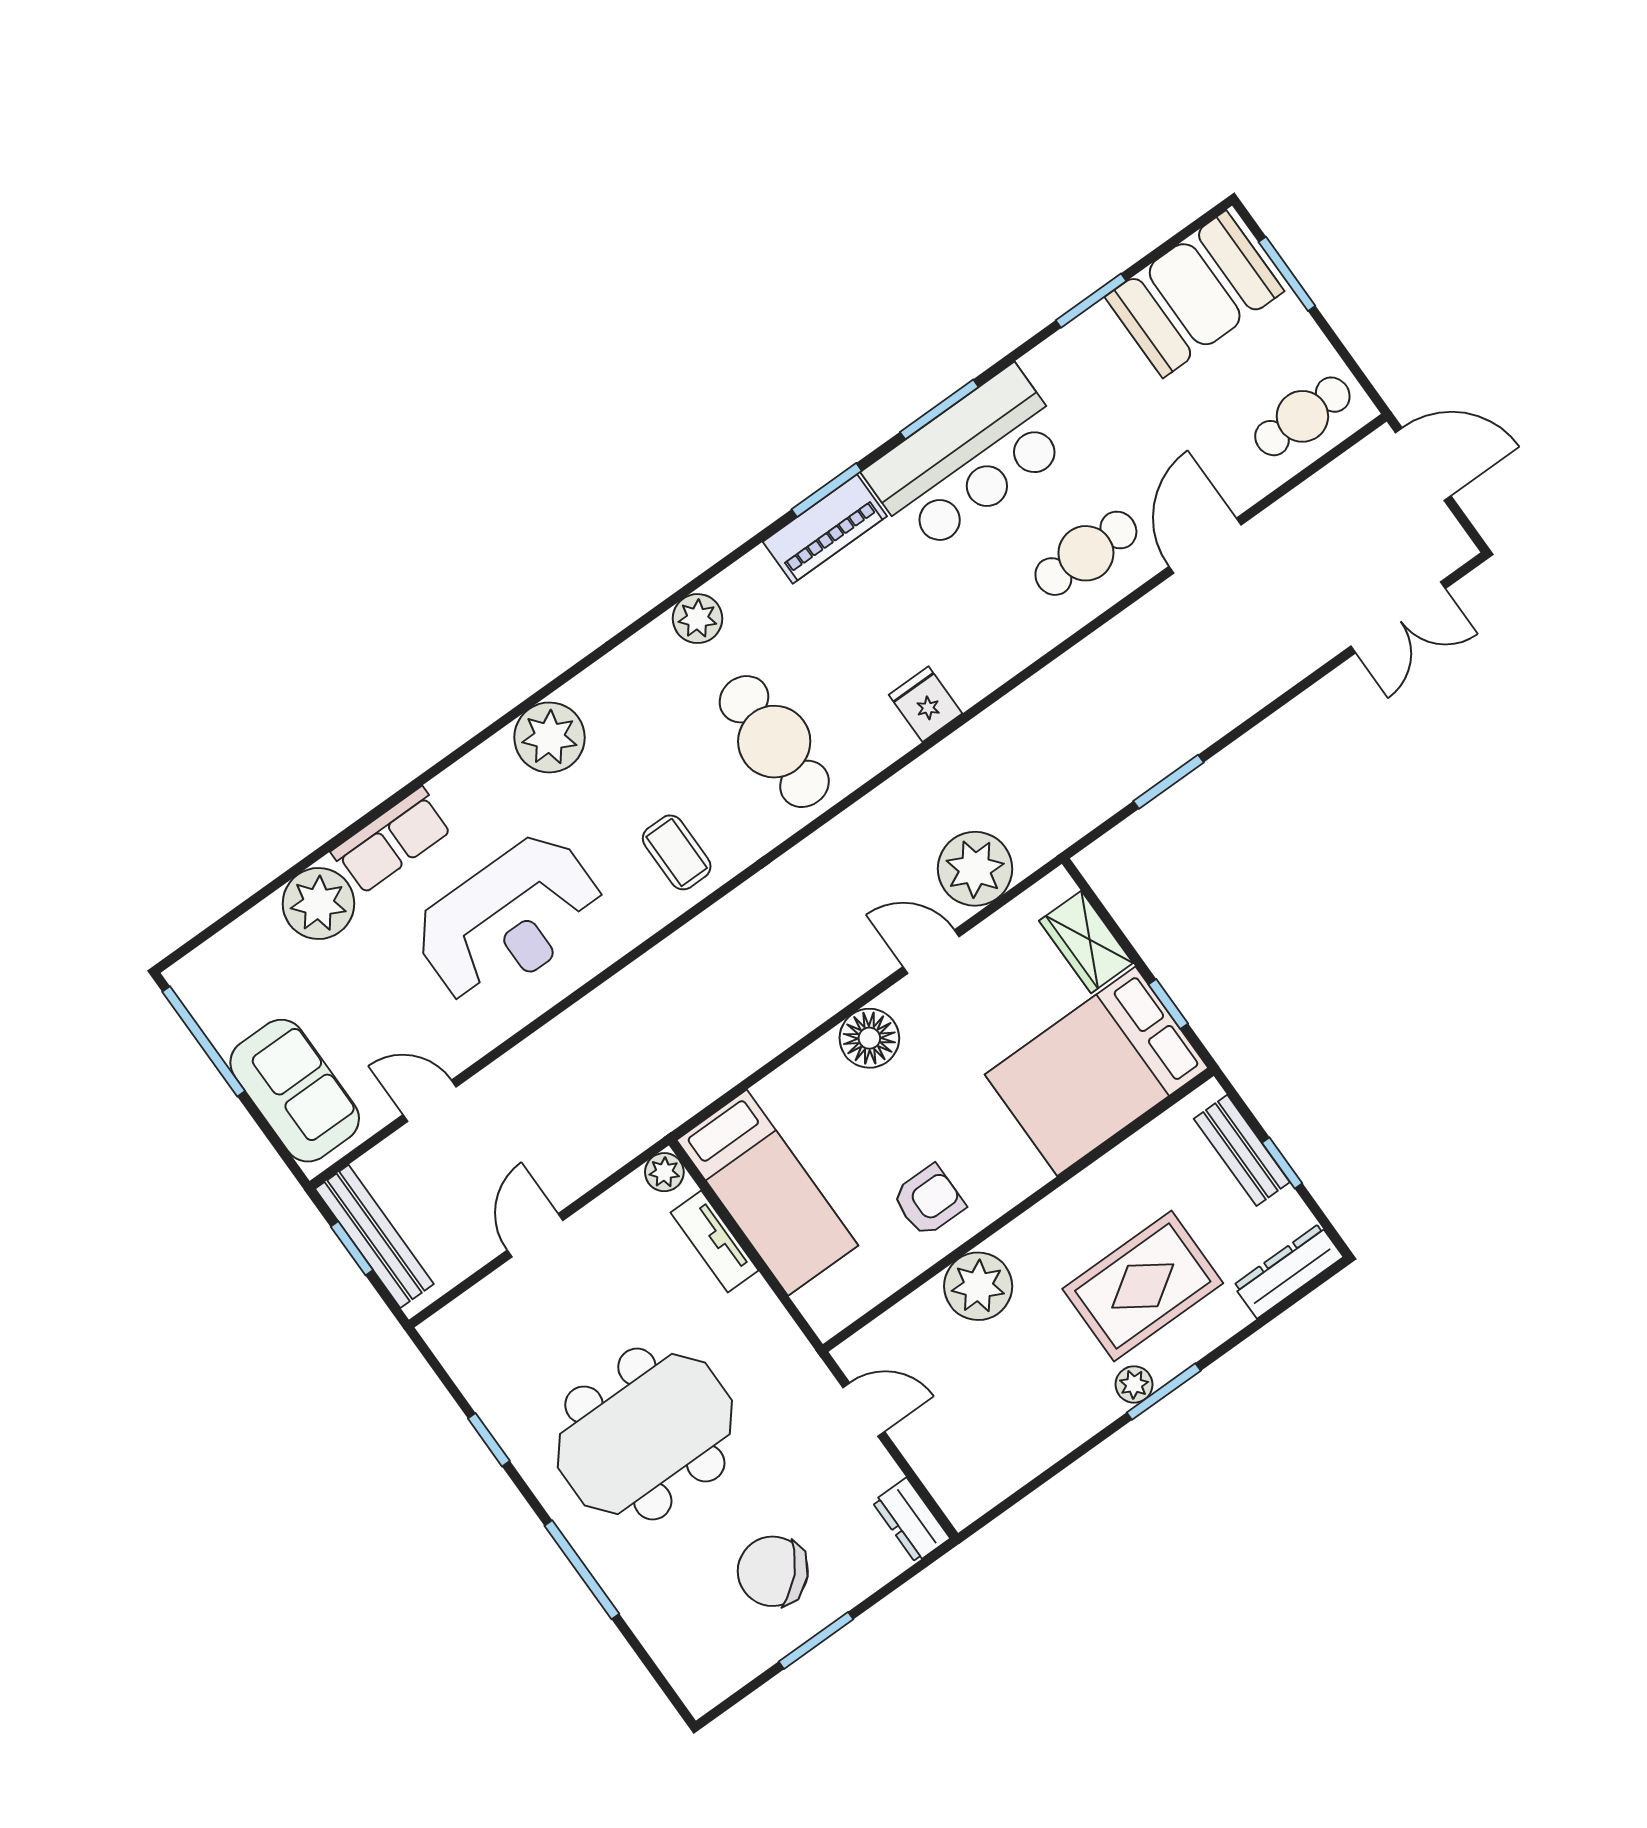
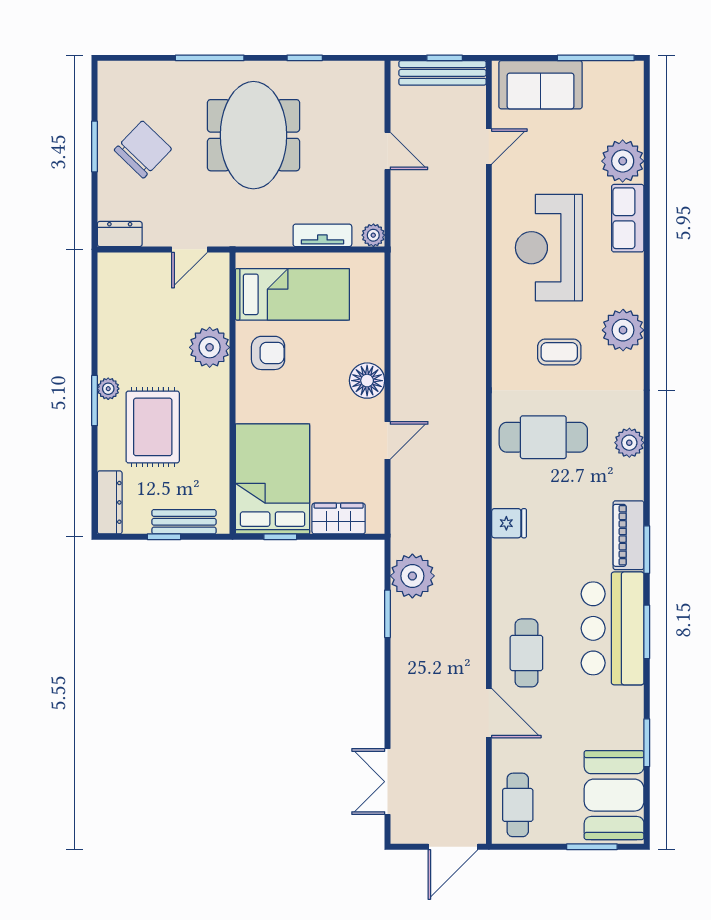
coffee table: (677, 852) -> (559, 352), moved
plant: (975, 869) -> (412, 576), moved
bed: (767, 1193) -> (292, 294), moved, turned 180
armchair: (929, 1201) -> (268, 353), turned -90

